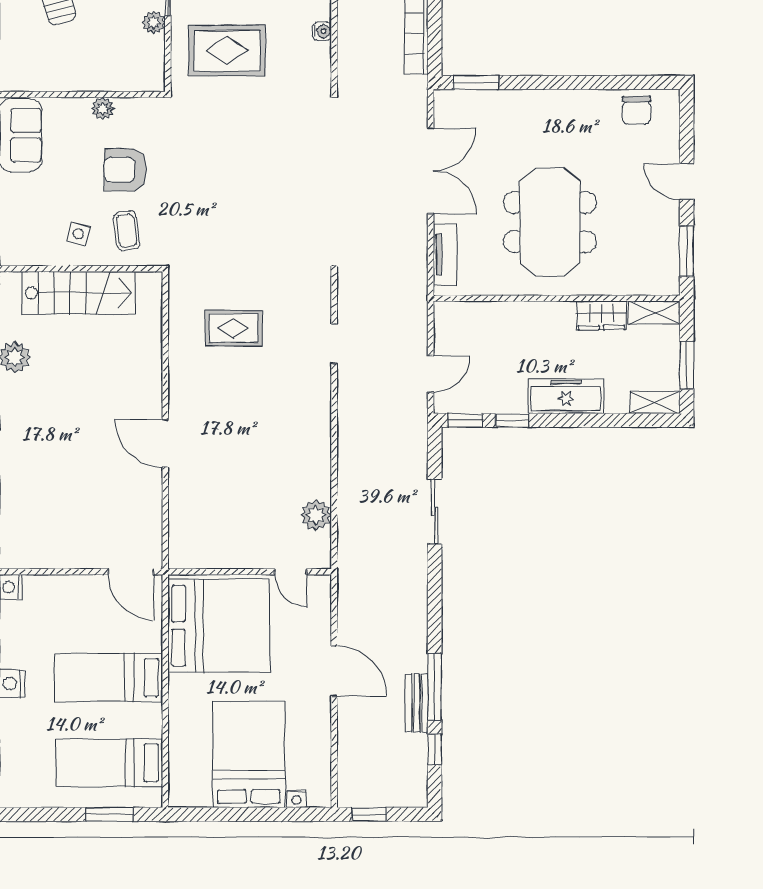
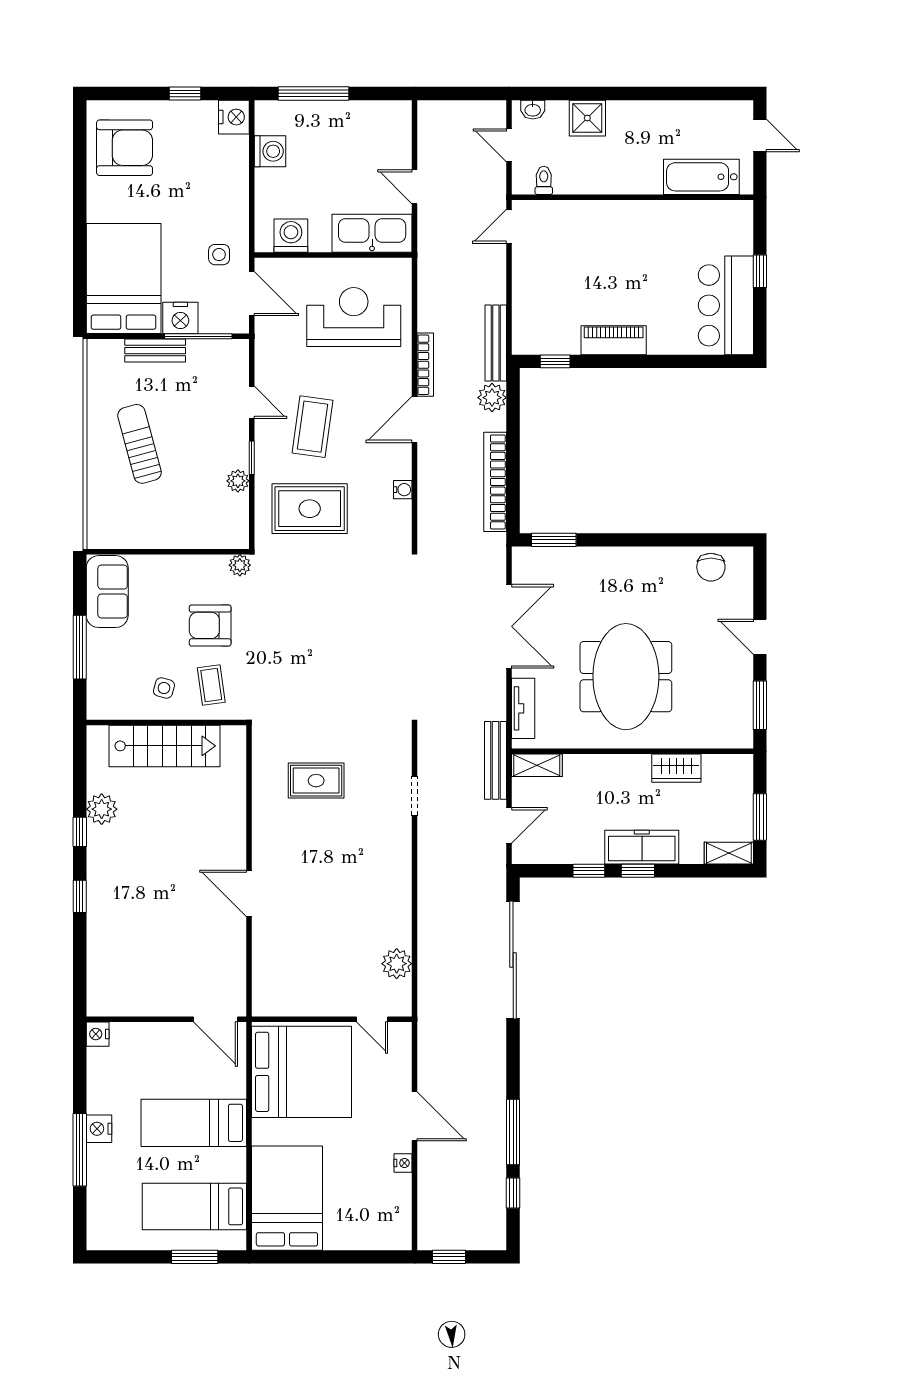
plant: (103, 108) -> (240, 565), moved
shelving: (654, 313) -> (537, 765), moved
window: (465, 420) -> (638, 871), moved
sliding door: (435, 511) -> (513, 960), width x1.86
bench: (417, 703) -> (496, 760), moved, width x1.36
bed: (249, 754) -> (287, 1198), moved
nightstand: (297, 799) -> (403, 1163), moved, turned -90

